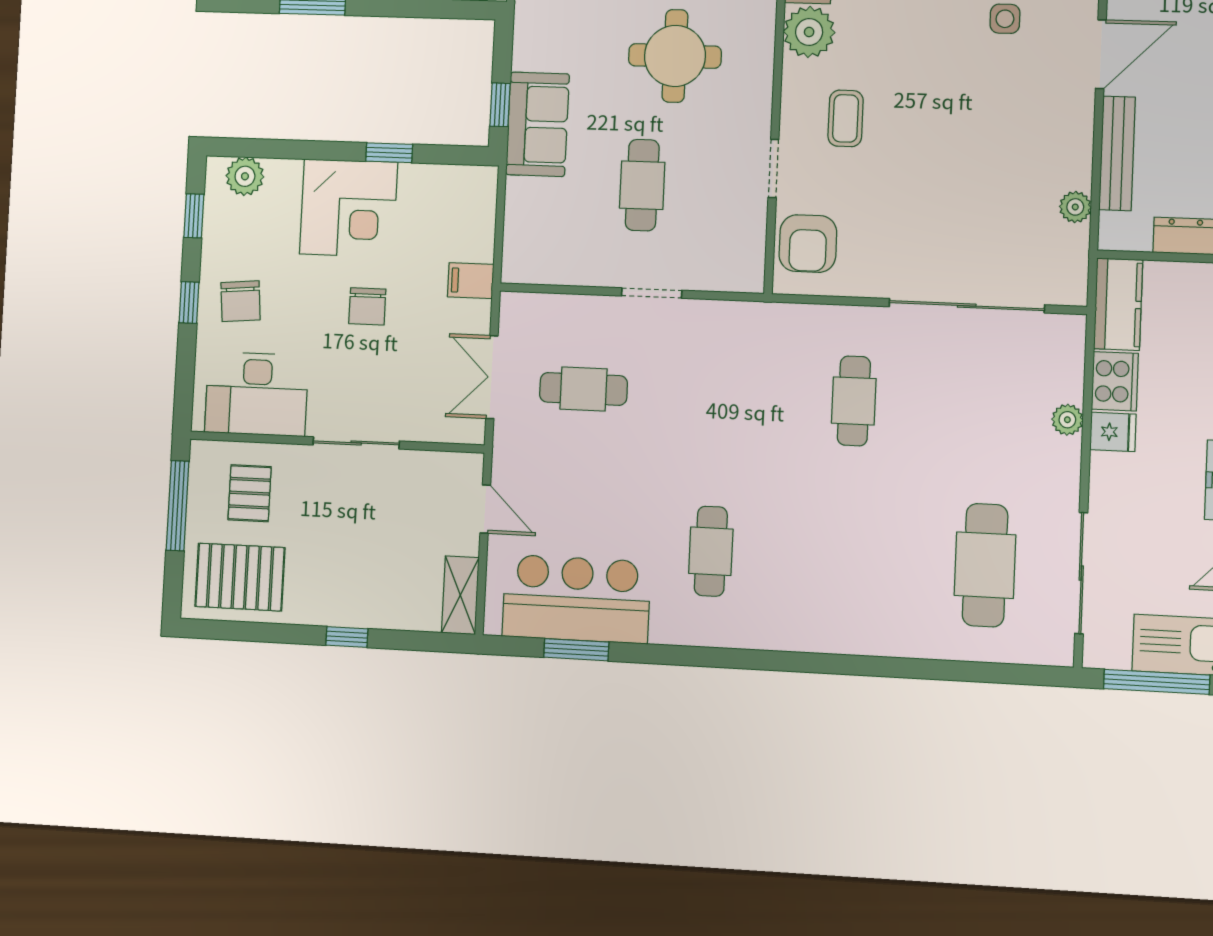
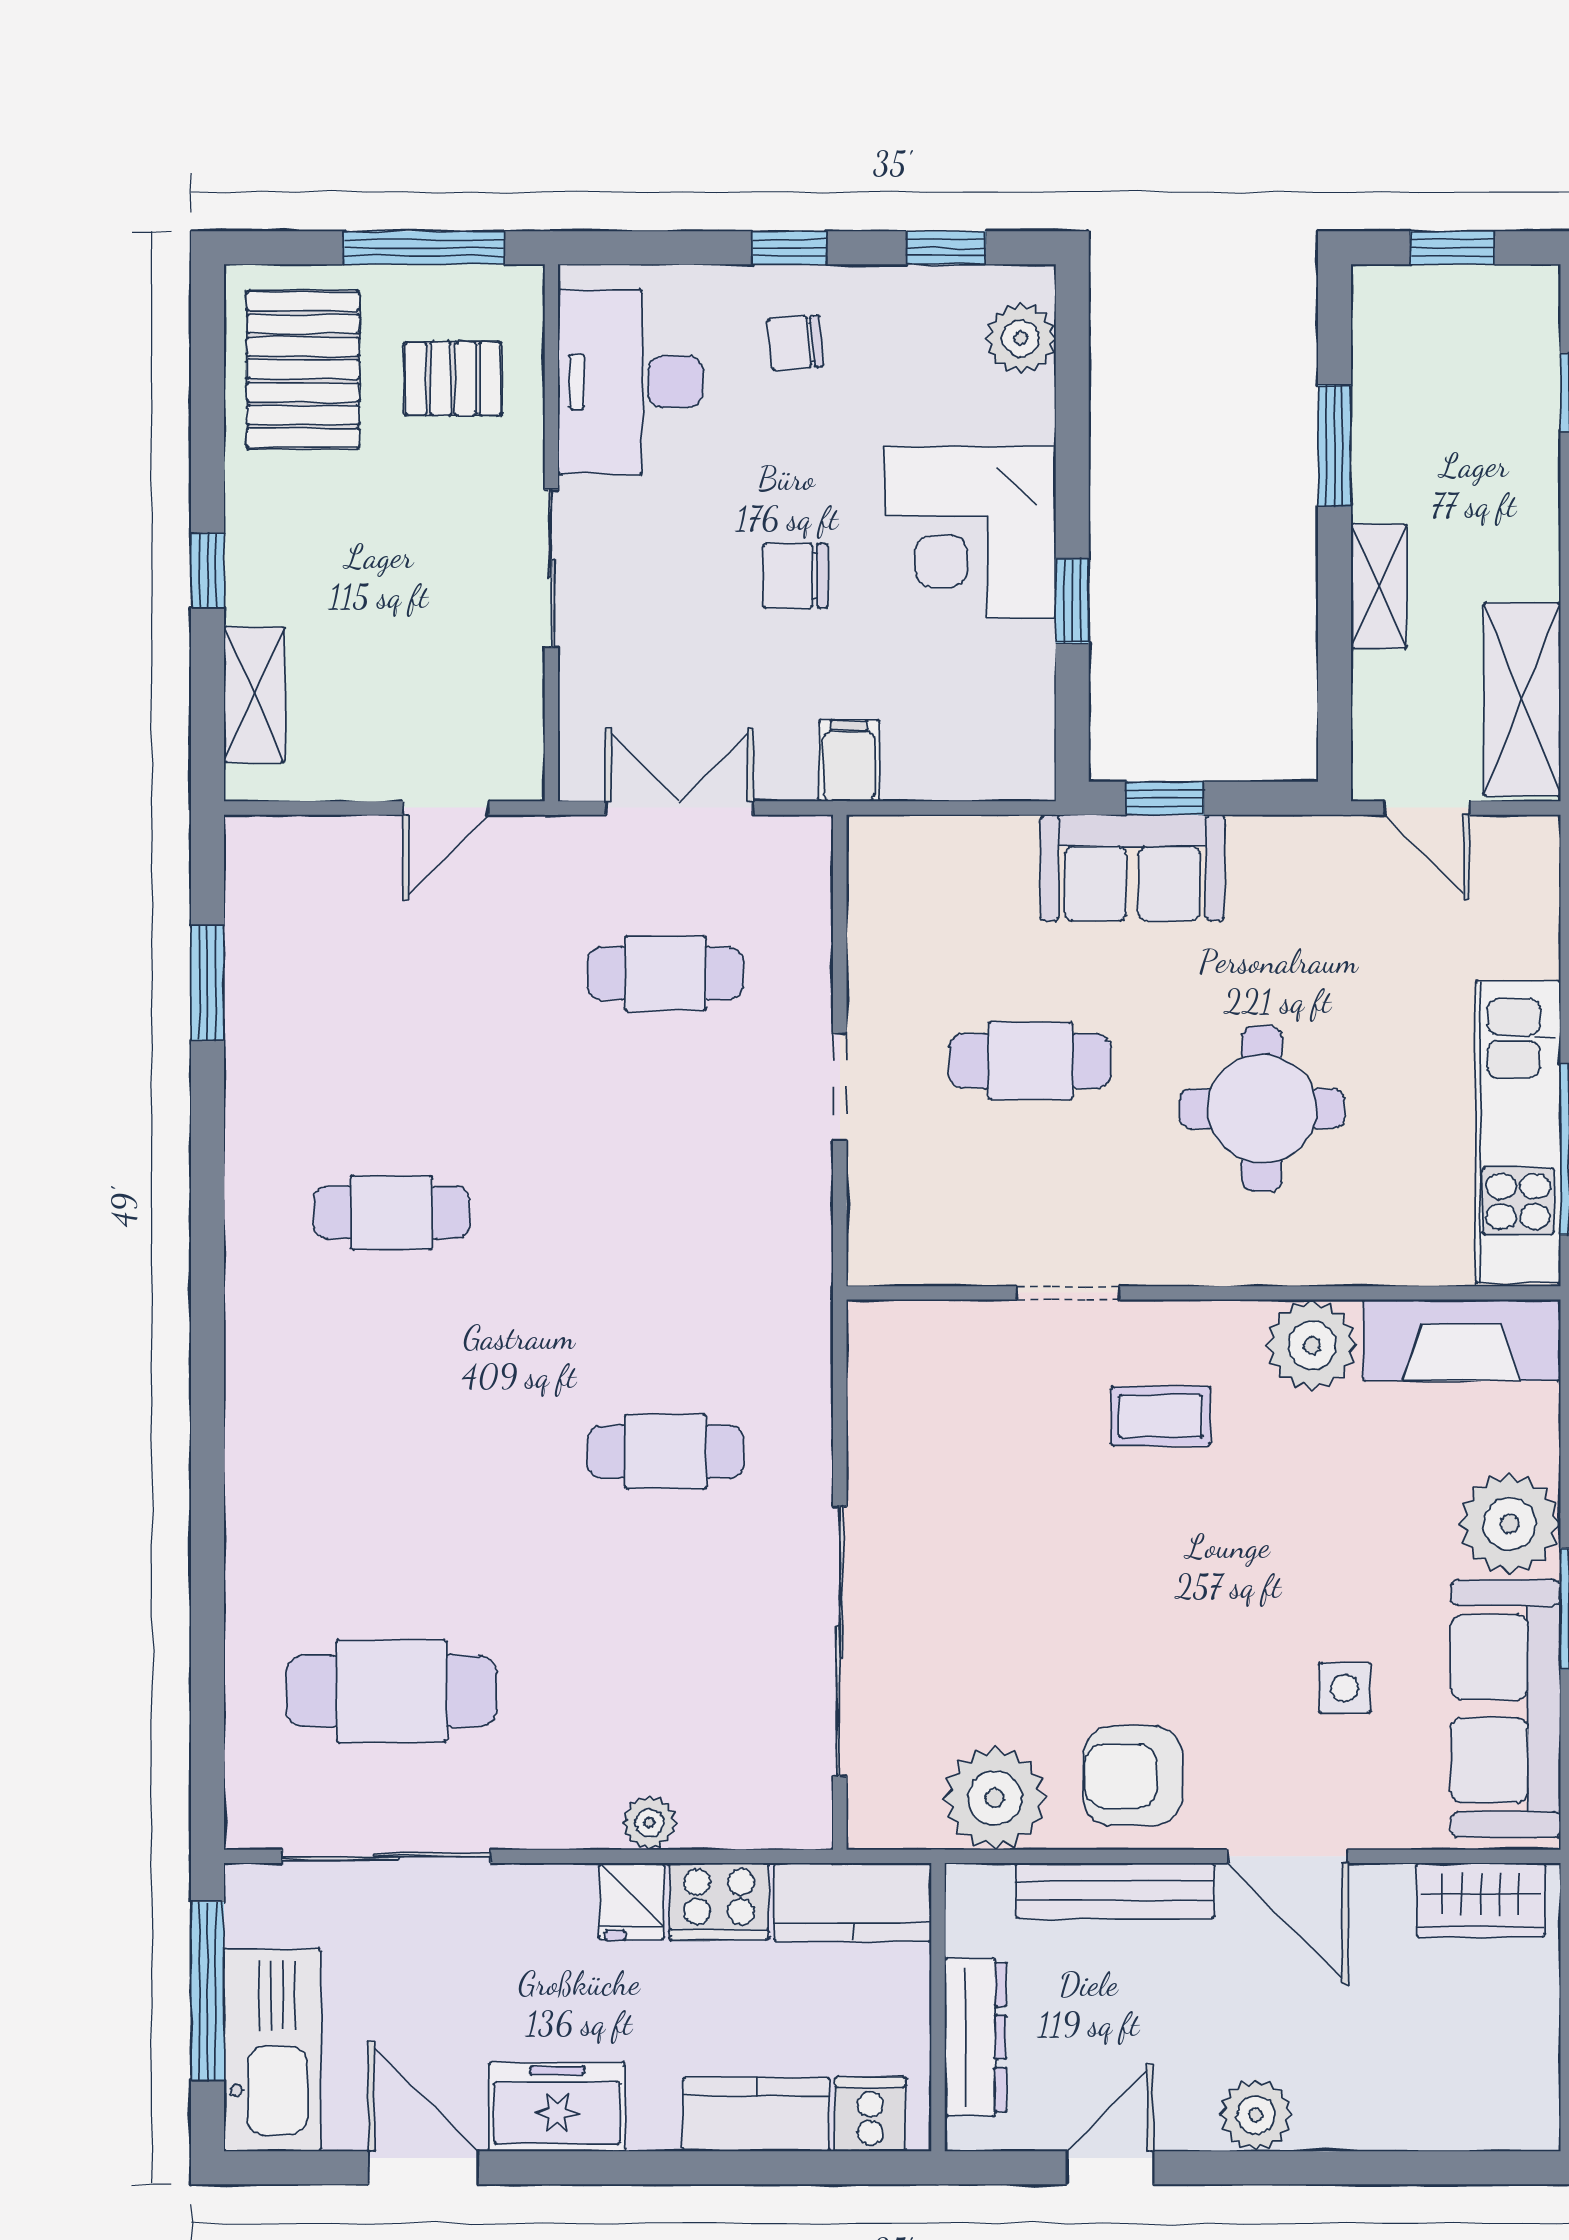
plant: (1075, 207) -> (995, 1798), width x1.88, depth x1.88
armchair: (808, 244) -> (1133, 1776), moved
chair: (241, 301) -> (796, 343), width x0.73, depth x0.73
cafe table: (583, 389) -> (665, 973), turned 90
shelving: (460, 595) -> (254, 695), moved, turned 90
bar counter: (576, 599) -> (296, 979), removed

